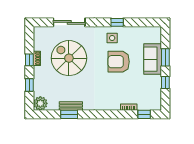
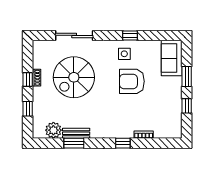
spiral stairs: (69, 58) -> (74, 77), turned -90
sofa: (153, 59) -> (172, 58), moved
plant: (40, 103) -> (53, 130), moved
window: (144, 114) -> (123, 143), moved

